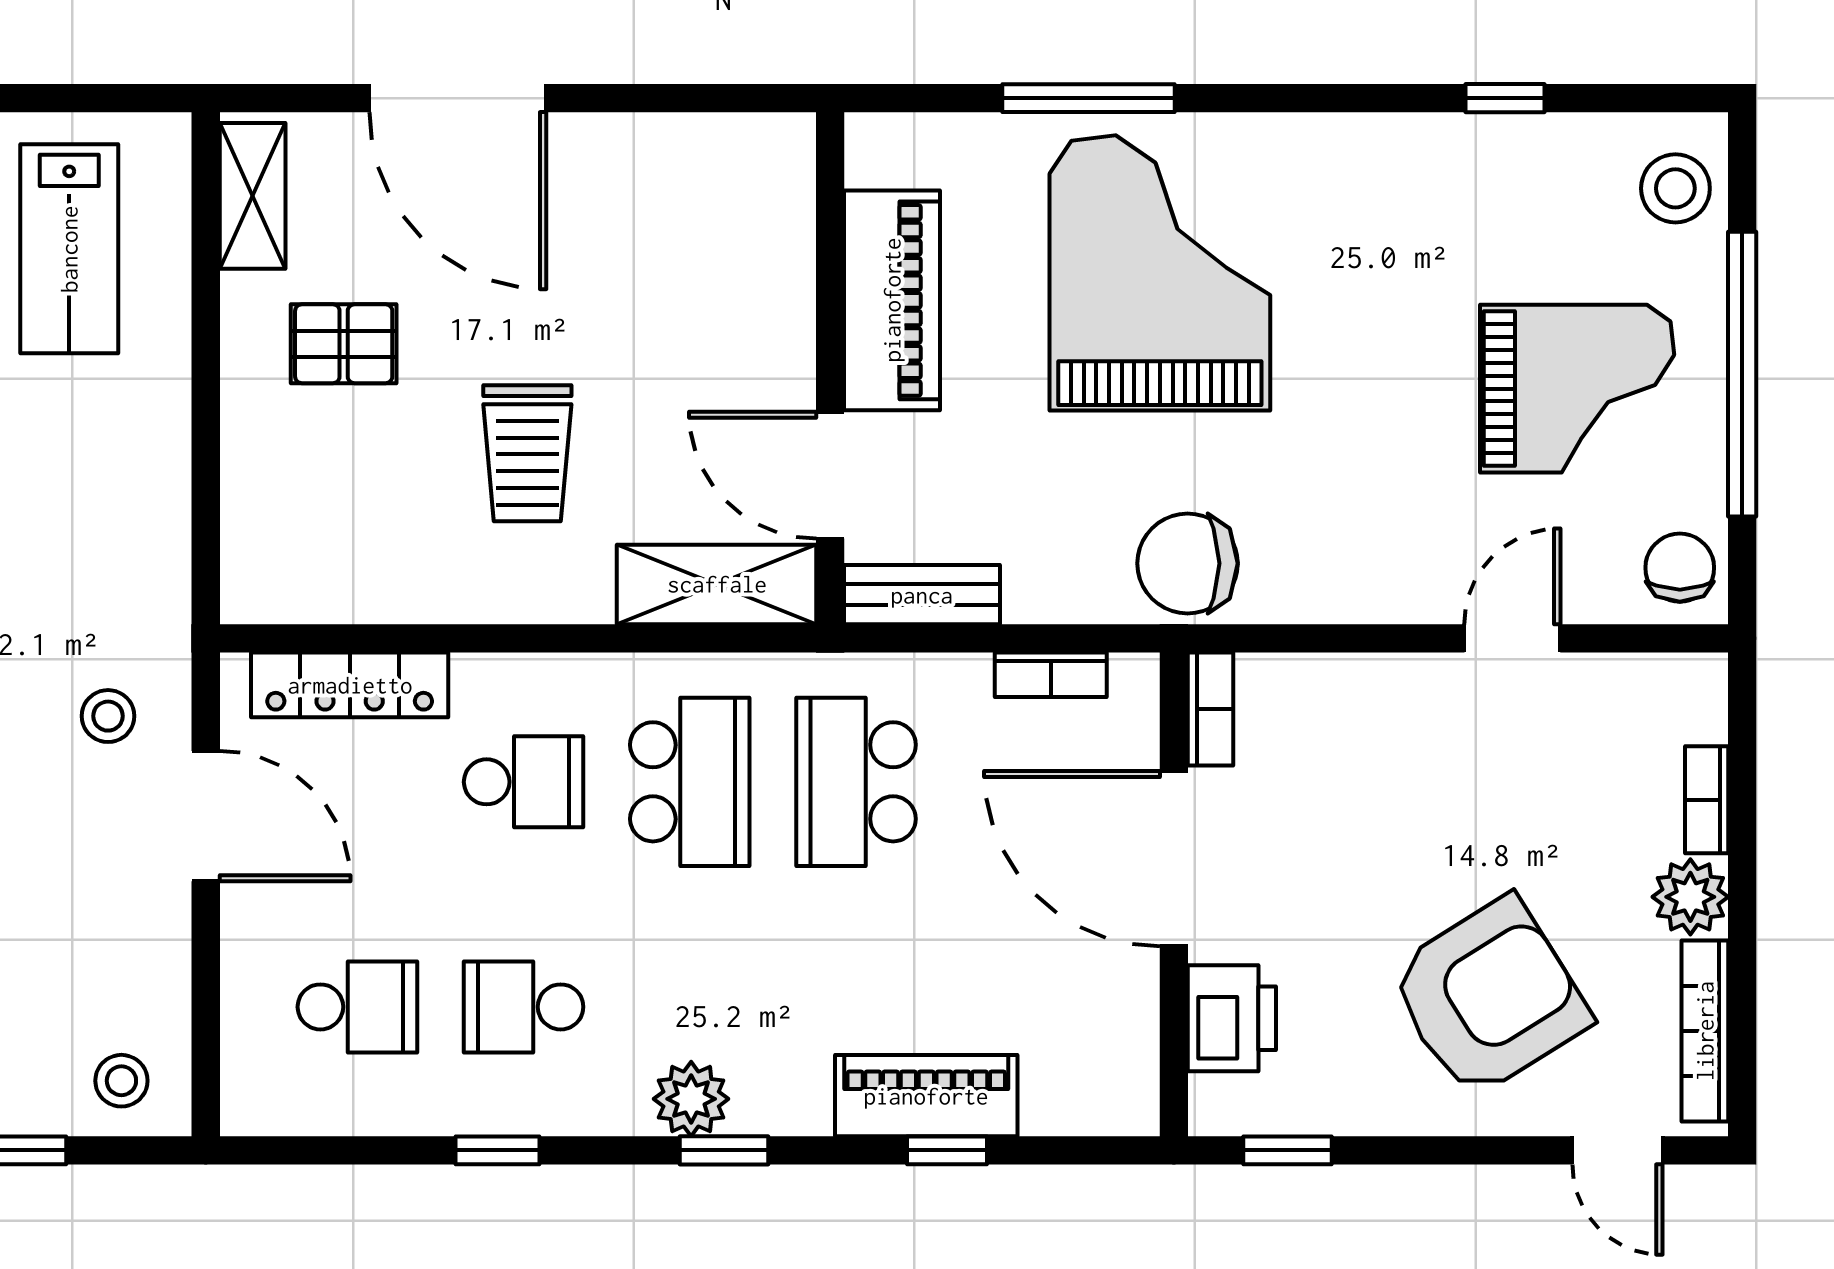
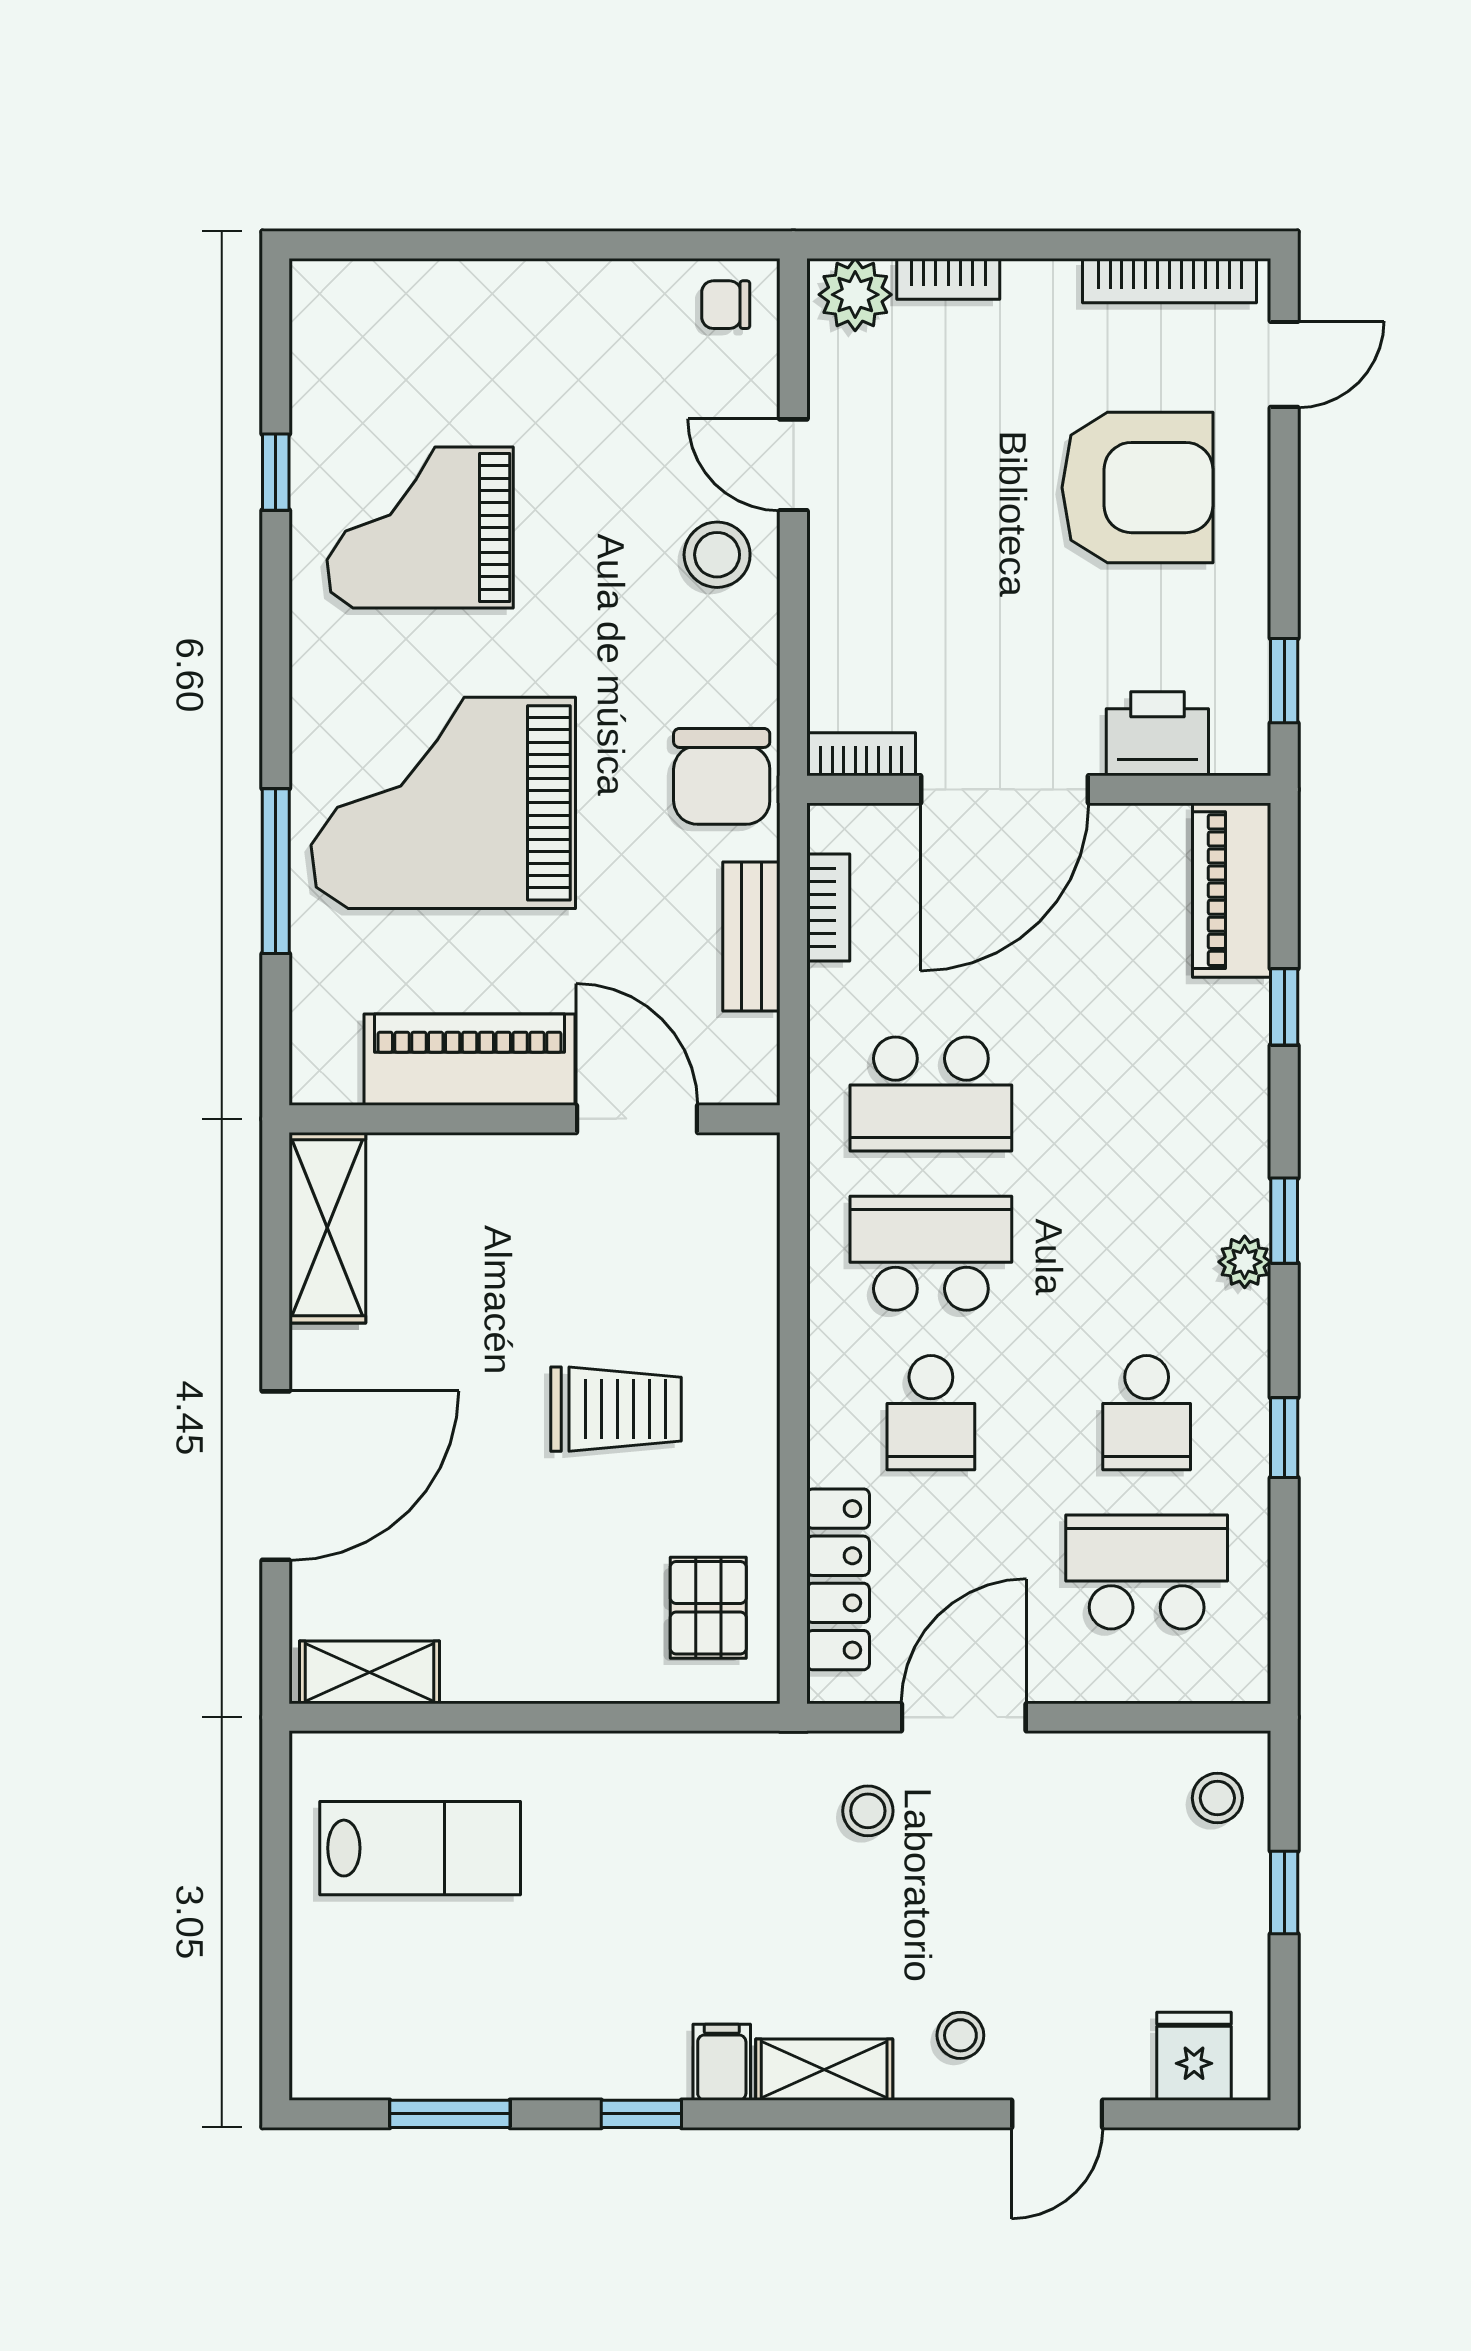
stool: (1675, 188) -> (717, 555), moved
pallet: (344, 344) -> (708, 1608), moved
window: (1742, 374) -> (540, 245), removed
grand piano: (1577, 389) -> (420, 528), moved, turned -90
door: (830, 475) -> (637, 1119), swing flipped
chair: (1680, 568) -> (726, 305), width x0.73, depth x0.73
shelving: (717, 584) -> (327, 1228), moved
bench: (922, 595) -> (751, 937), moved
school desk: (524, 782) -> (931, 1413), turned 180
plant: (1690, 897) -> (855, 295), moved
armchair: (1489, 997) -> (1137, 488), turned 122
school desk: (357, 1007) -> (1147, 1572), width x1.85
piano: (926, 1096) -> (1232, 890), moved
plant: (691, 1099) -> (1245, 1262), width x0.73, depth x0.73

